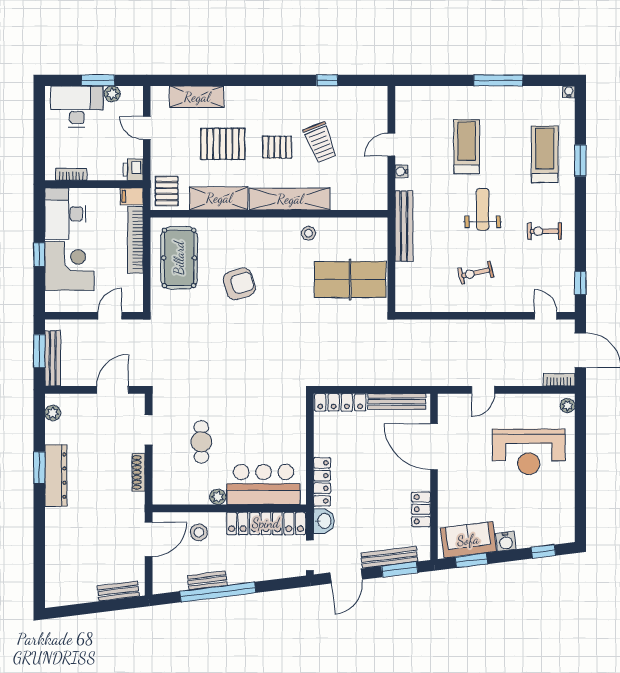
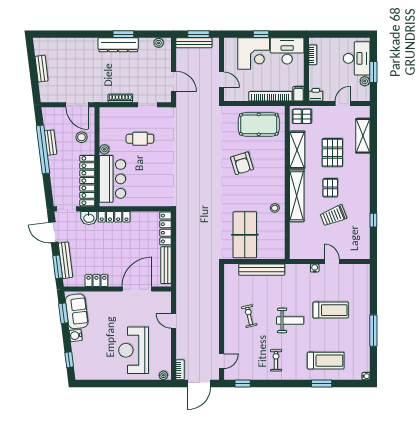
bench: (404, 226) -> (262, 270), moved
bench: (118, 591) -> (42, 69), moved

